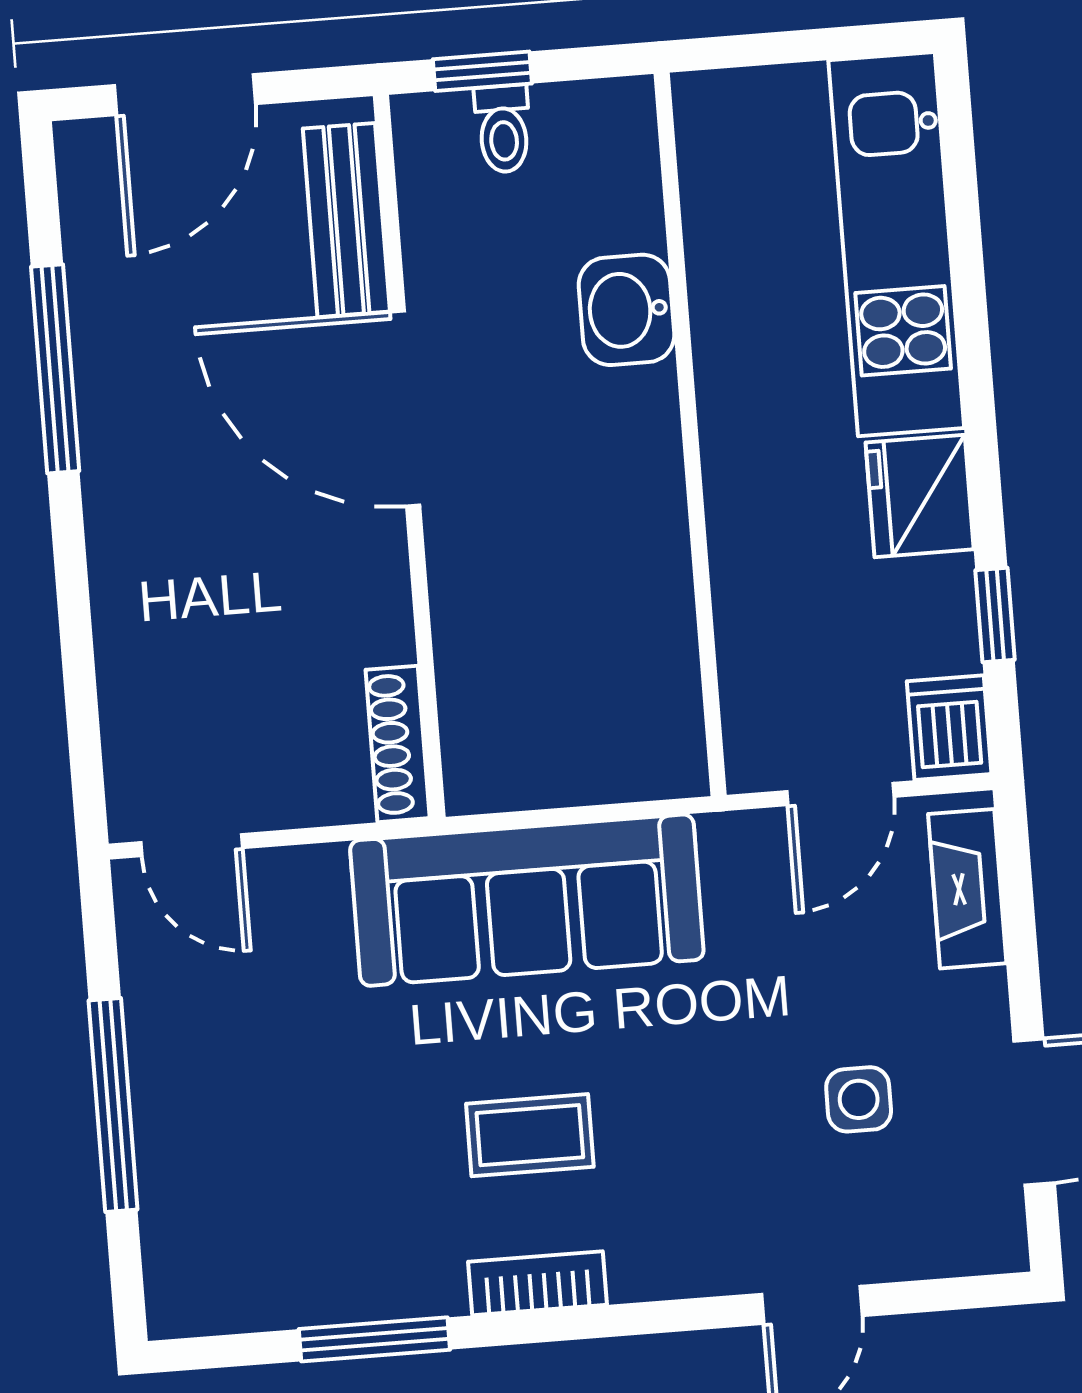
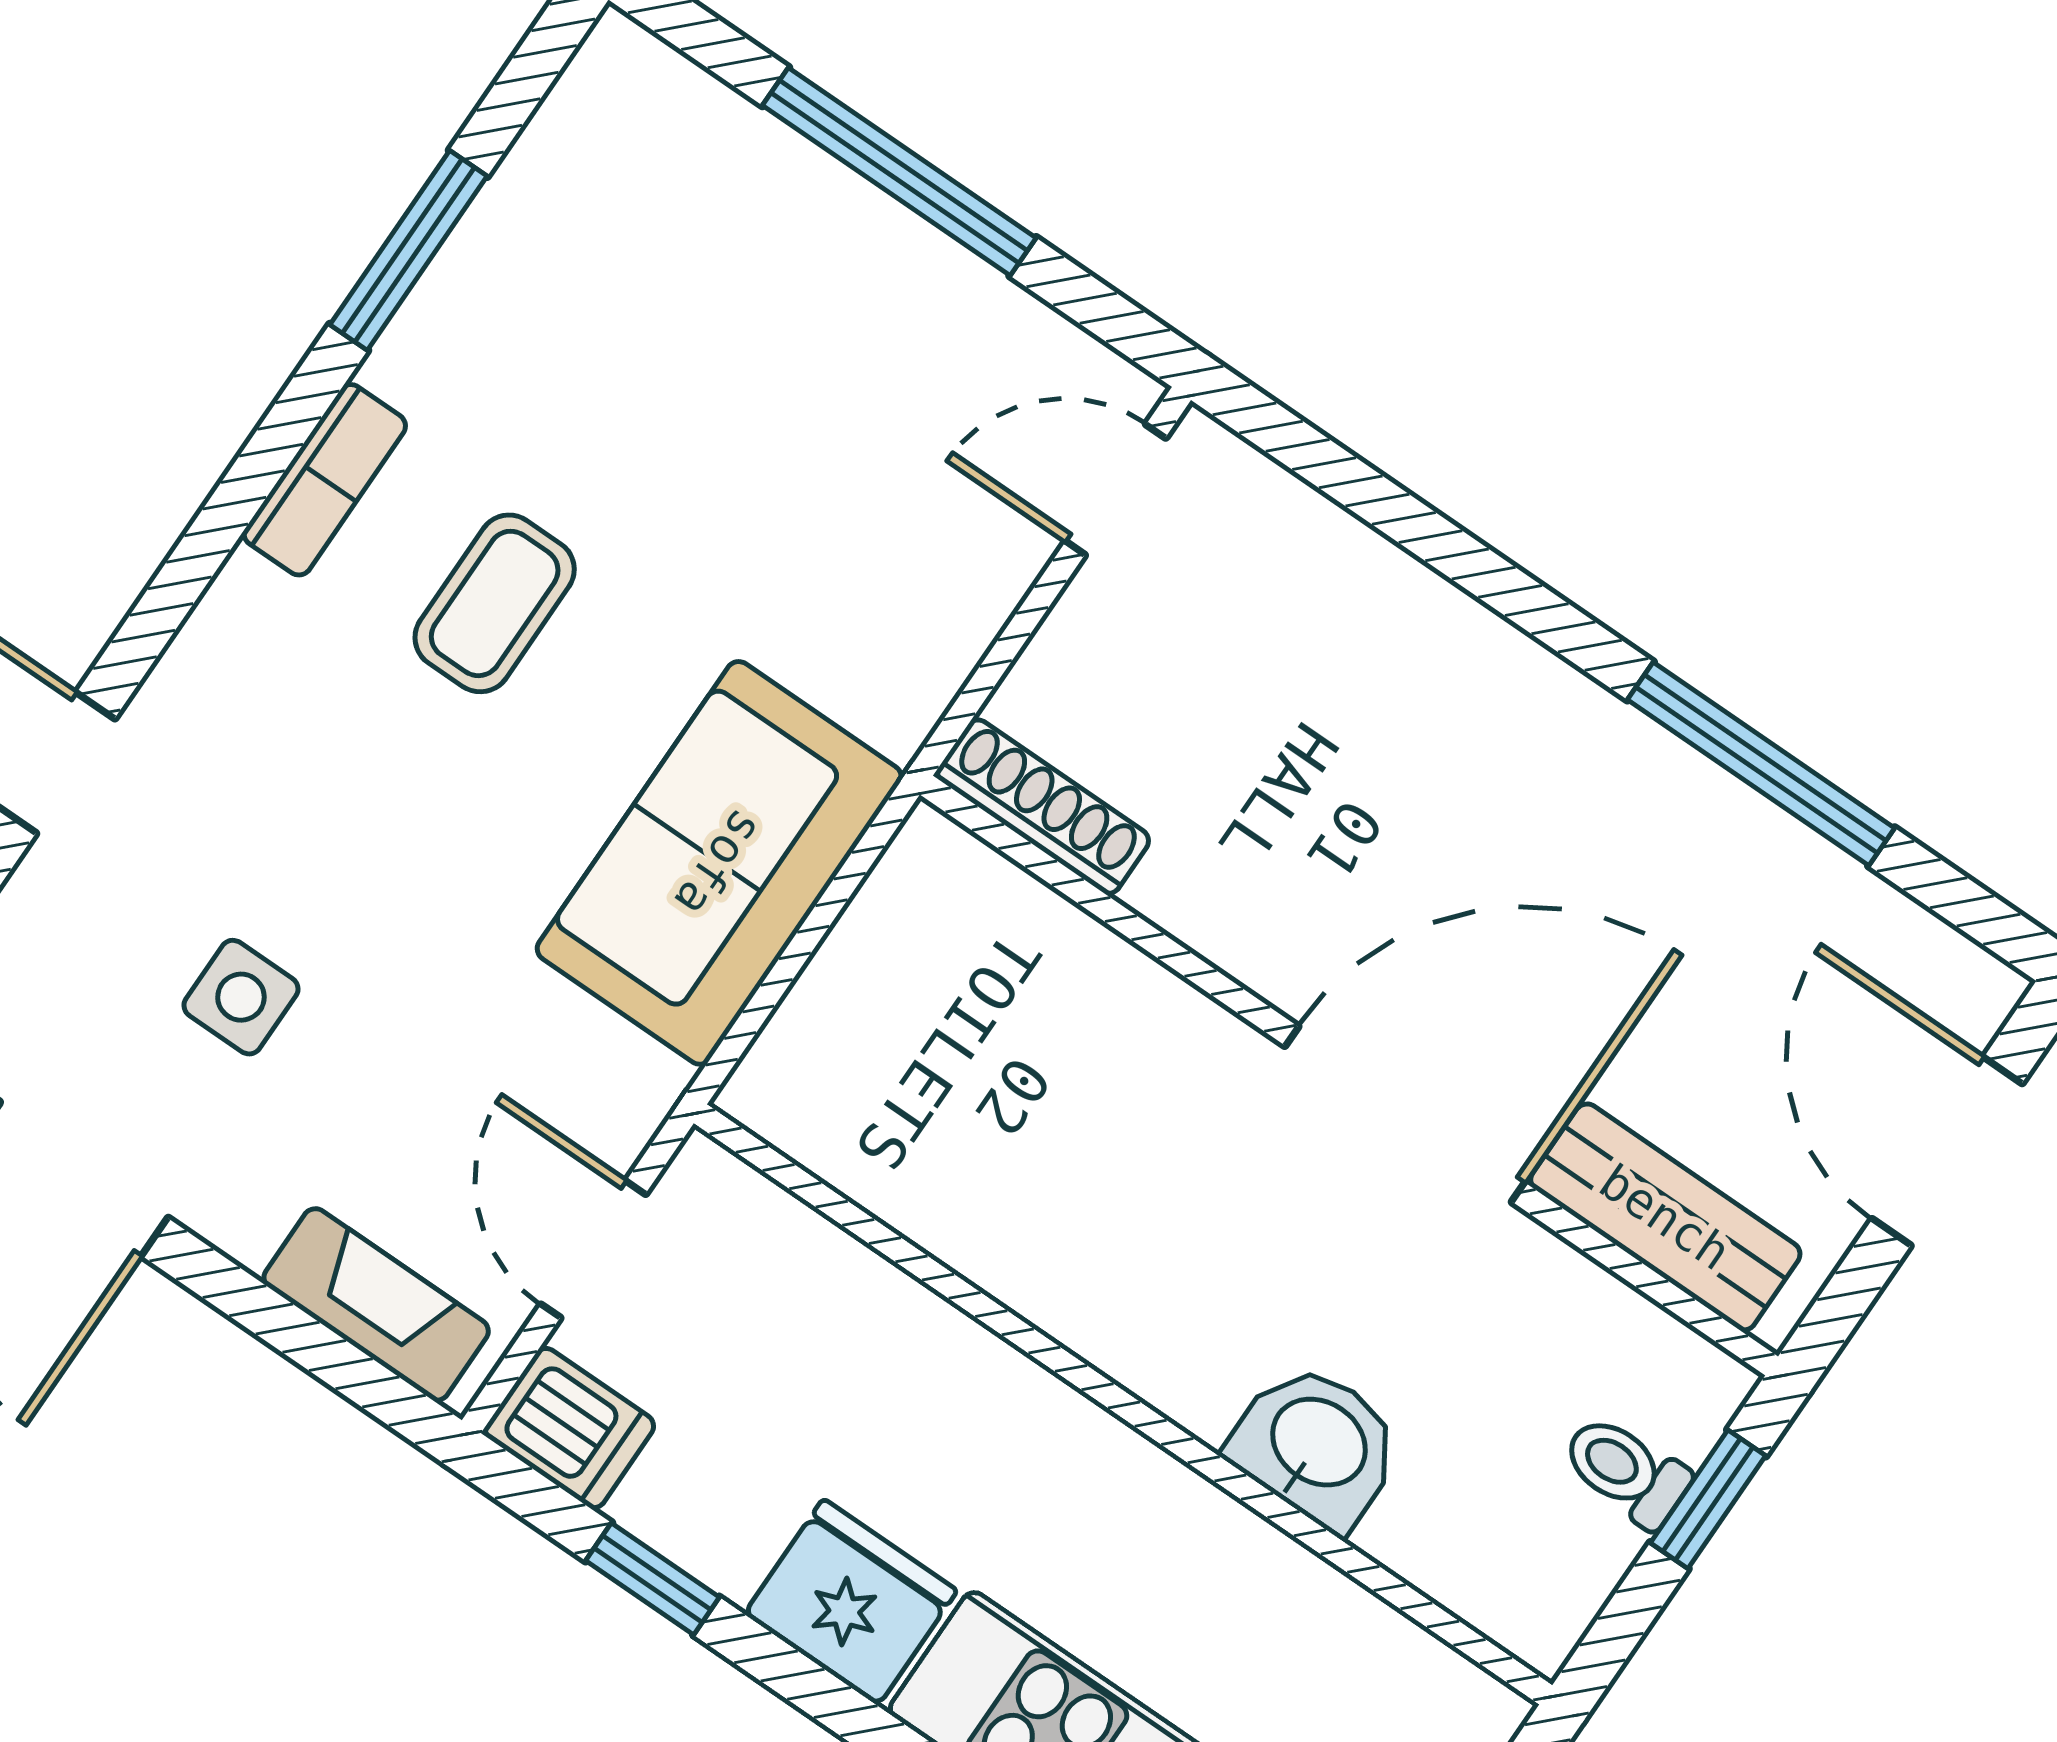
sofa: (527, 900) -> (719, 863), width x0.73

